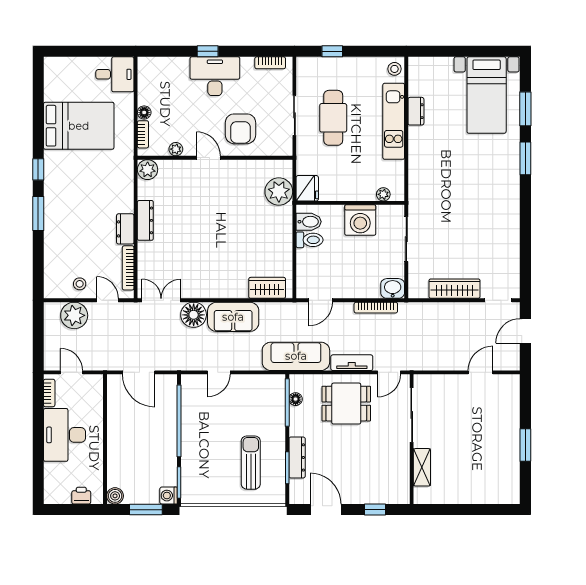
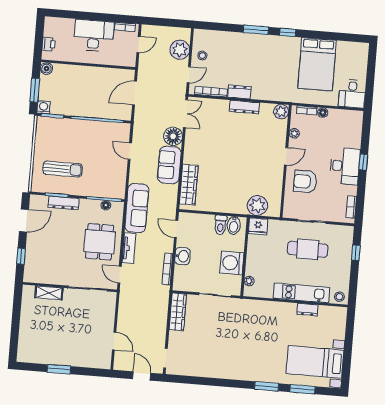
wardrobe: (267, 288) -> (189, 185), width x1.50
washbasin: (393, 288) -> (182, 256), moved
wardrobe: (454, 289) -> (178, 312), moved

